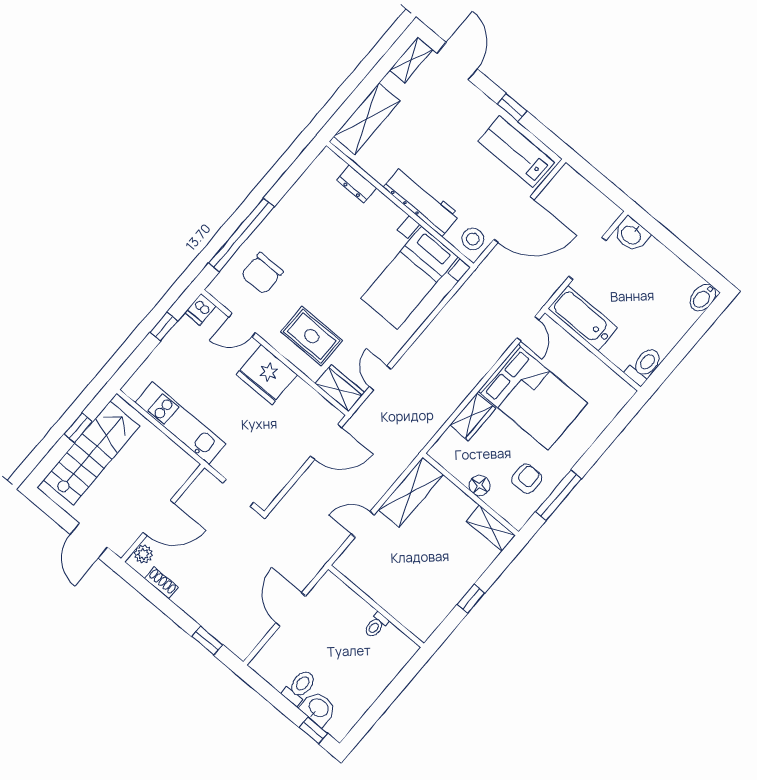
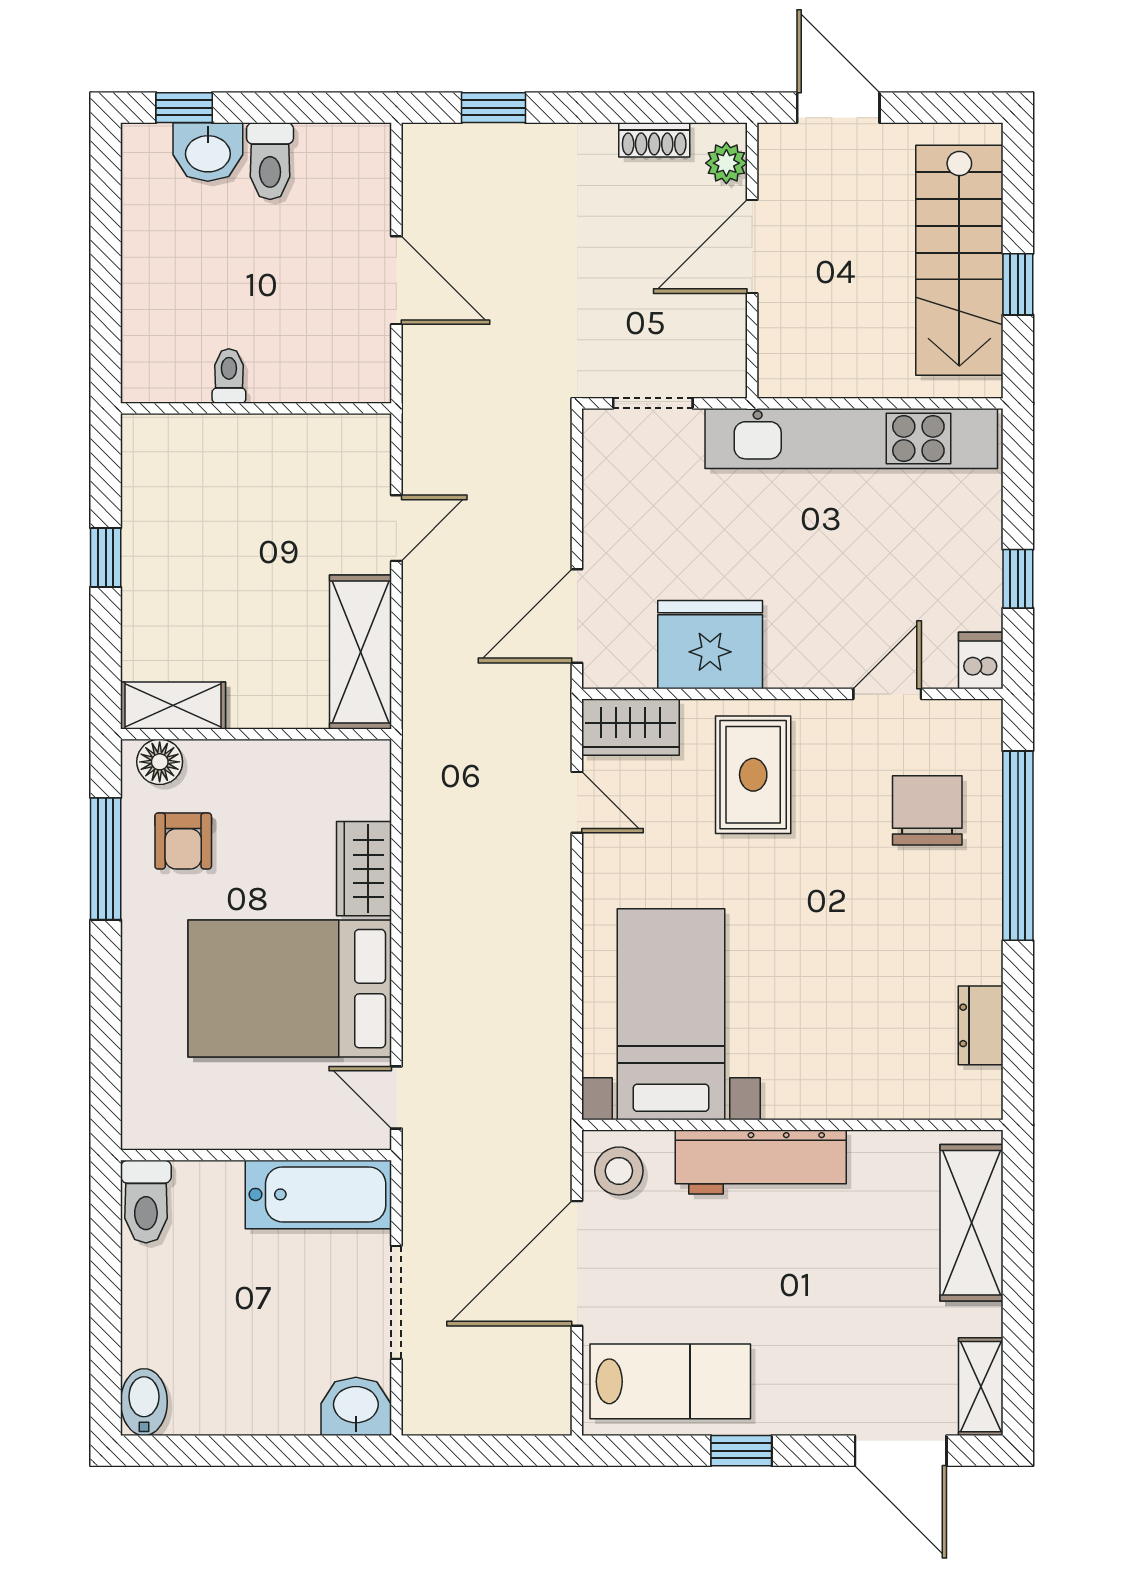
dresser: (357, 184) -> (981, 1025), moved, turned -90
rug: (312, 336) -> (753, 775), turned 90
fridge: (267, 375) -> (710, 645), moved
kitchen unit: (180, 423) -> (851, 438), width x1.36
floor lamp: (479, 485) -> (160, 762), moved

